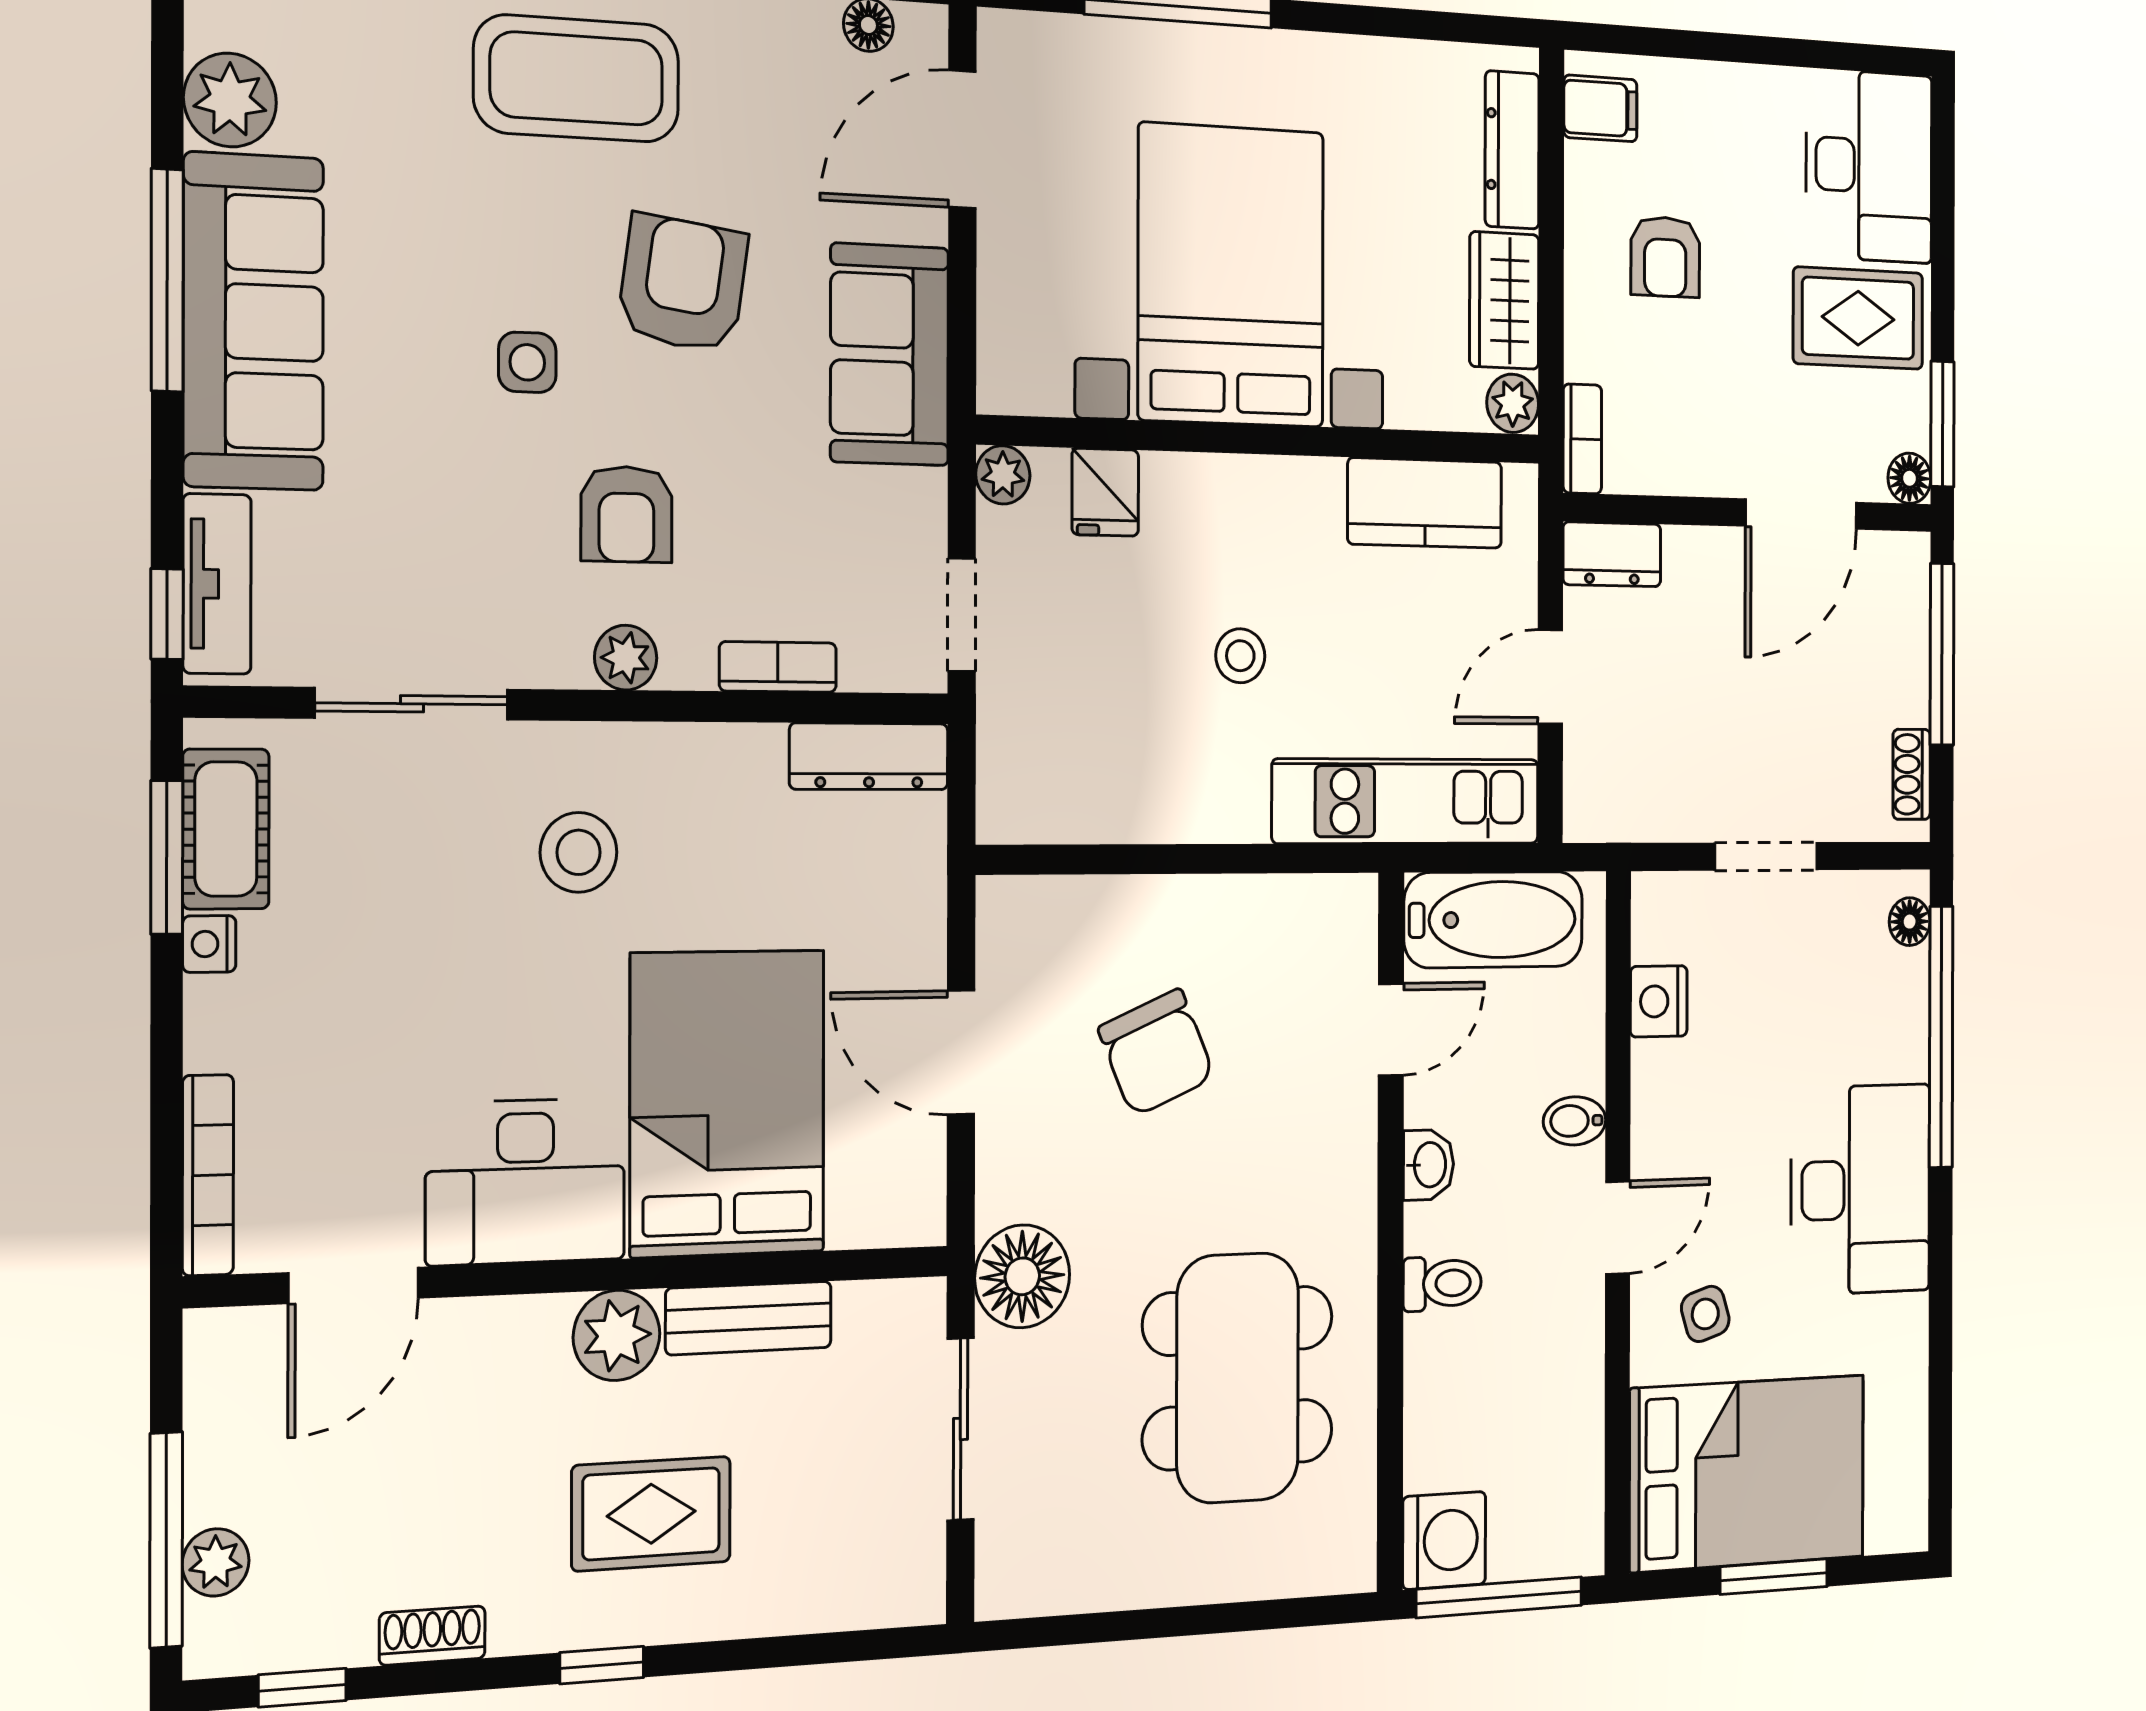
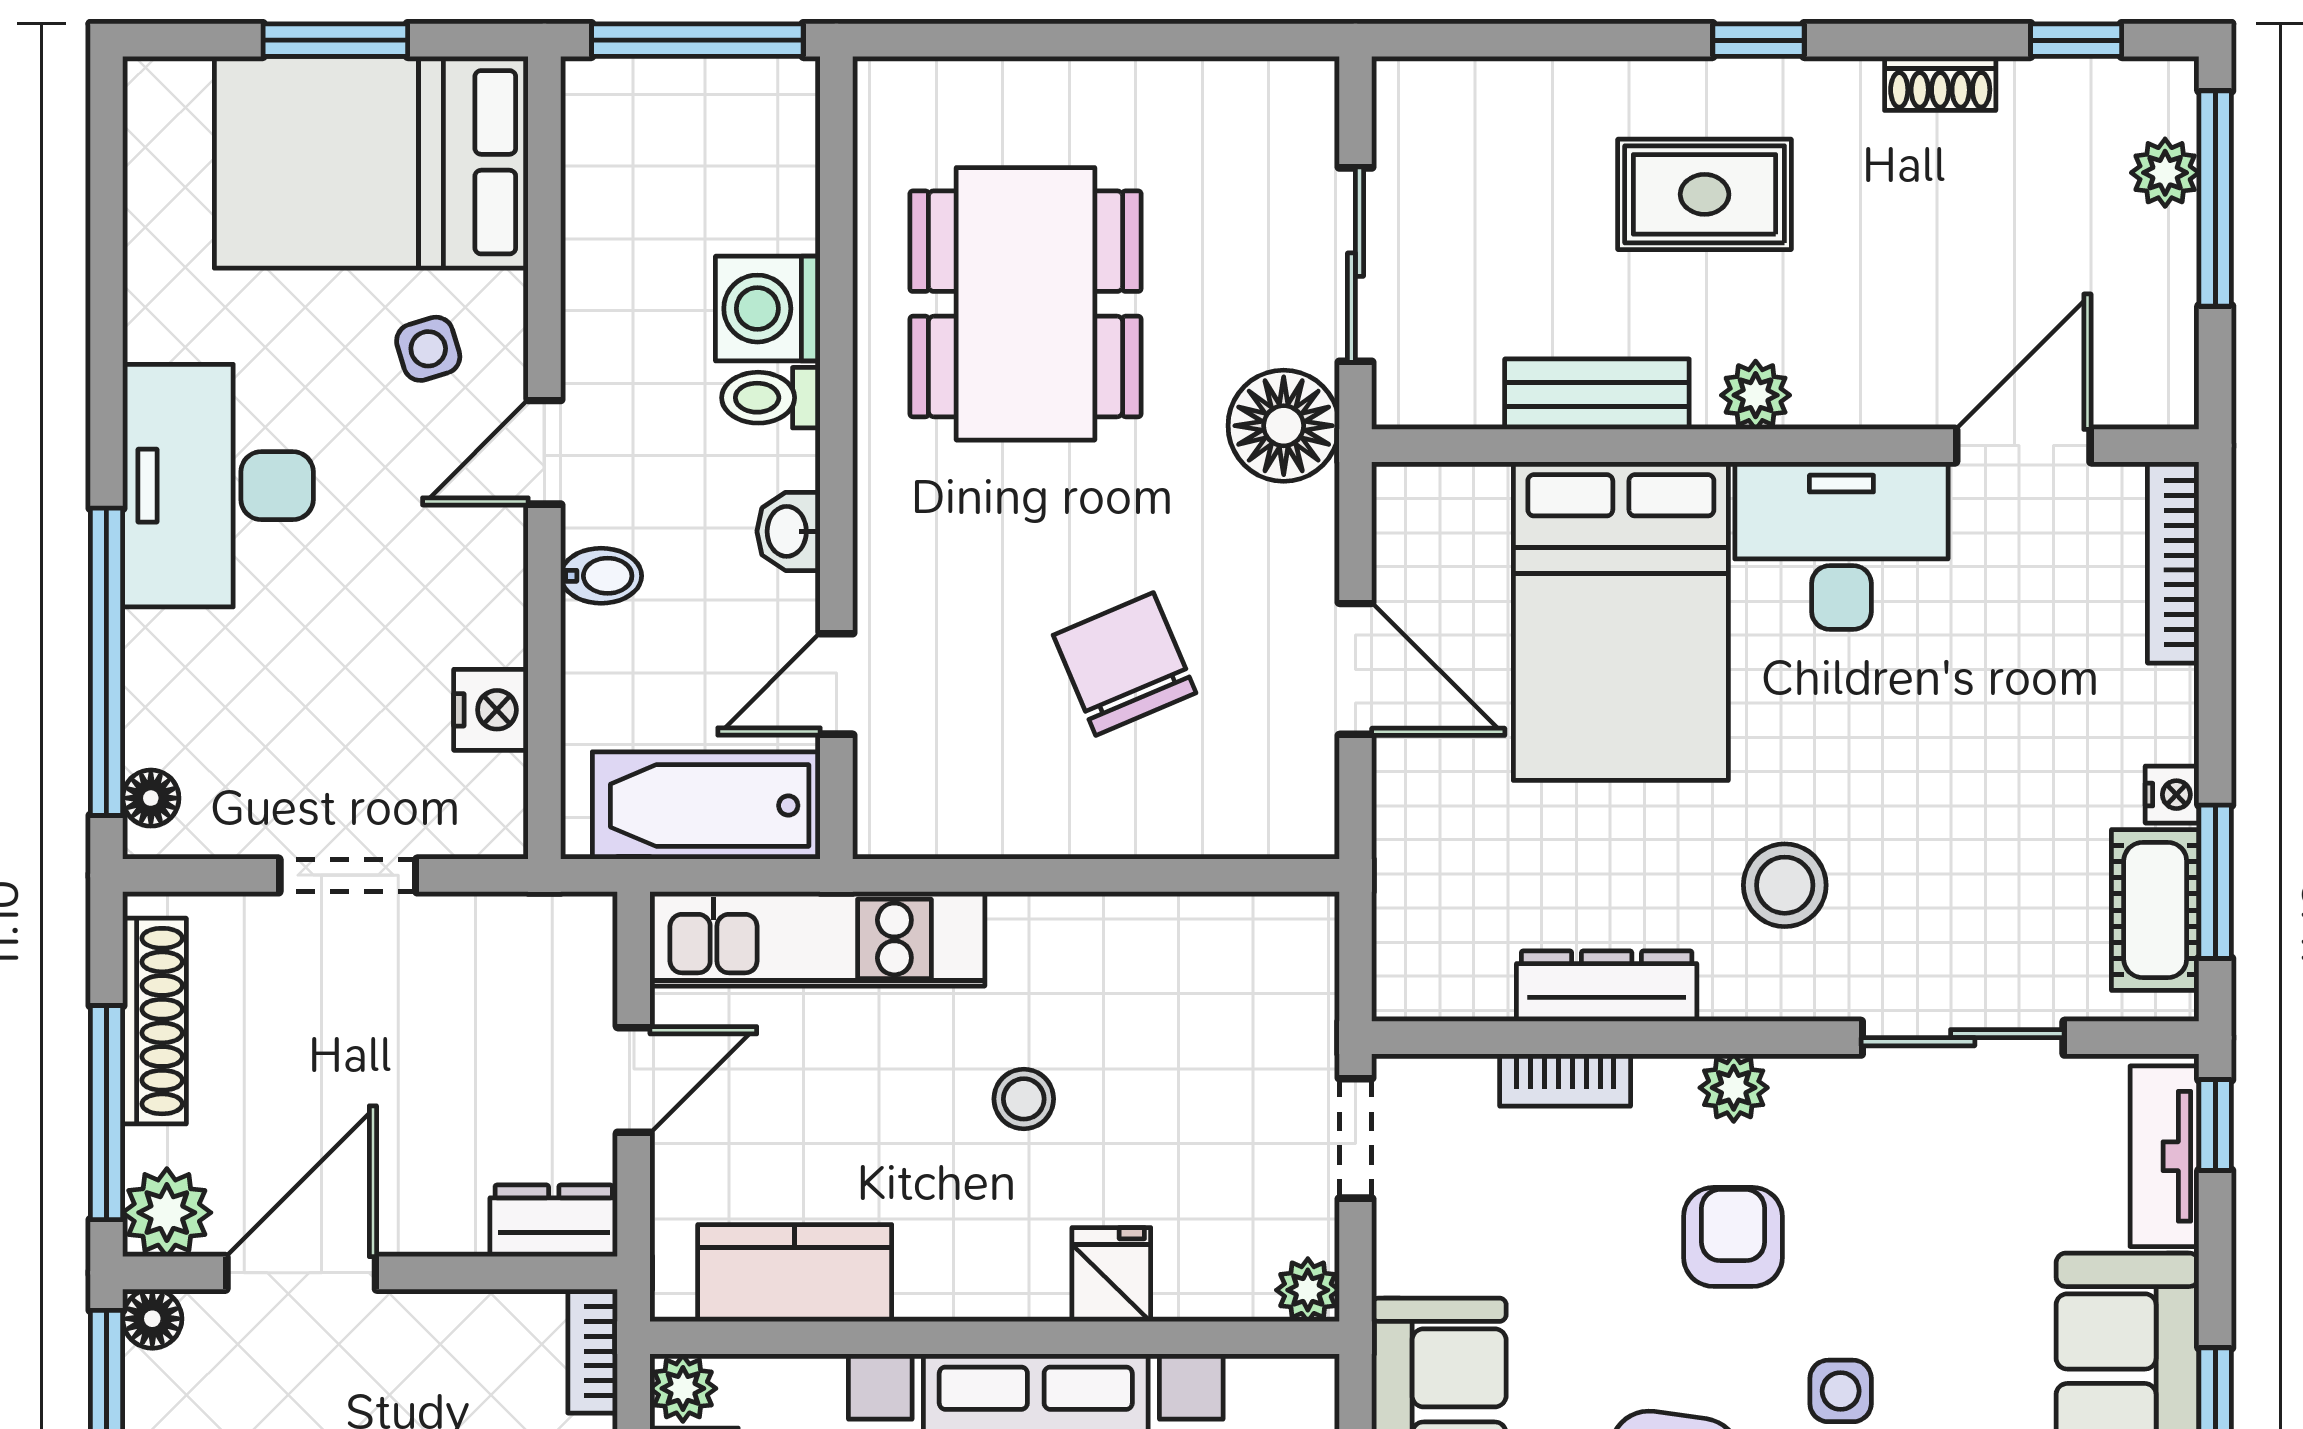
fridge: (1105, 492) -> (1111, 1275), moved
plant: (1899, 568) -> (167, 1213), added
dresser: (869, 756) -> (1607, 986), moved
shoe rack: (1912, 774) -> (154, 1021), width x1.94, depth x1.24
plant: (617, 1335) -> (1756, 395), width x0.73, depth x0.73
washing machine: (1444, 1540) -> (768, 309), moved

